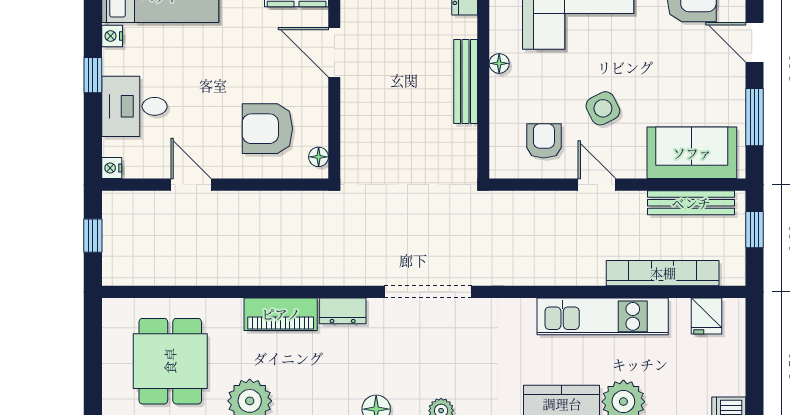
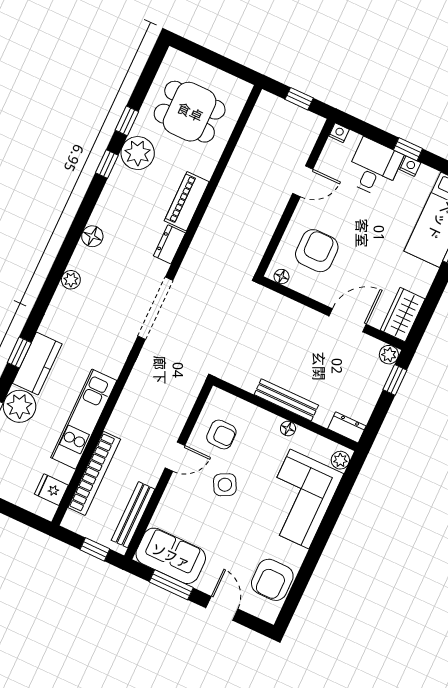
nightstand: (112, 36) -> (410, 166), moved
door: (754, 42) -> (222, 608), hinge flipped
sofa: (692, 153) -> (171, 556), moved, turned -90

